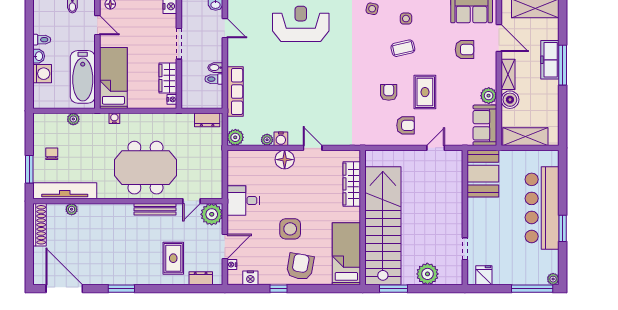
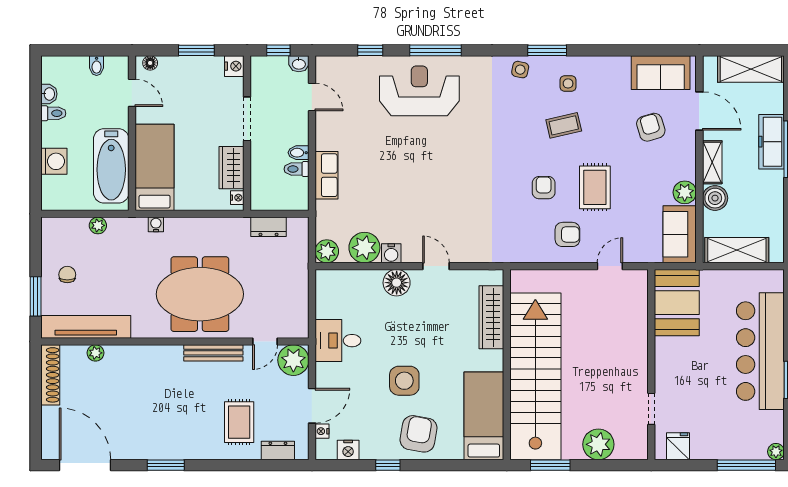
armchair: (465, 50) -> (651, 127), turned -107
washbasin: (39, 56) -> (49, 94), moved
row of seats: (235, 92) -> (327, 175), width x0.68
dresser: (207, 120) -> (269, 227), moved
plant: (267, 140) -> (364, 248), width x1.87, depth x1.87

